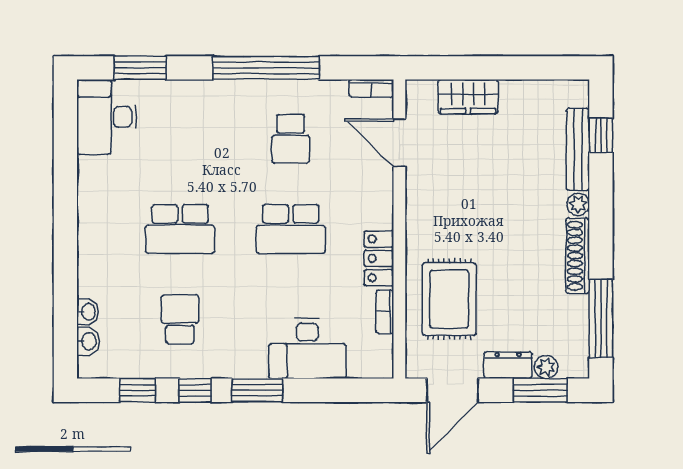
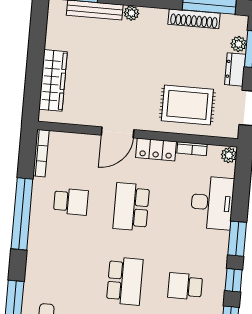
bookcase: (371, 88) -> (41, 153), width x1.56
wardrobe: (468, 97) -> (53, 80), width x1.50
door: (399, 143) -> (118, 132), moved
school desk: (291, 229) -> (131, 207), turned 180
shoe rack: (578, 256) -> (194, 19), moved
plant: (380, 367) -> (229, 155), added

